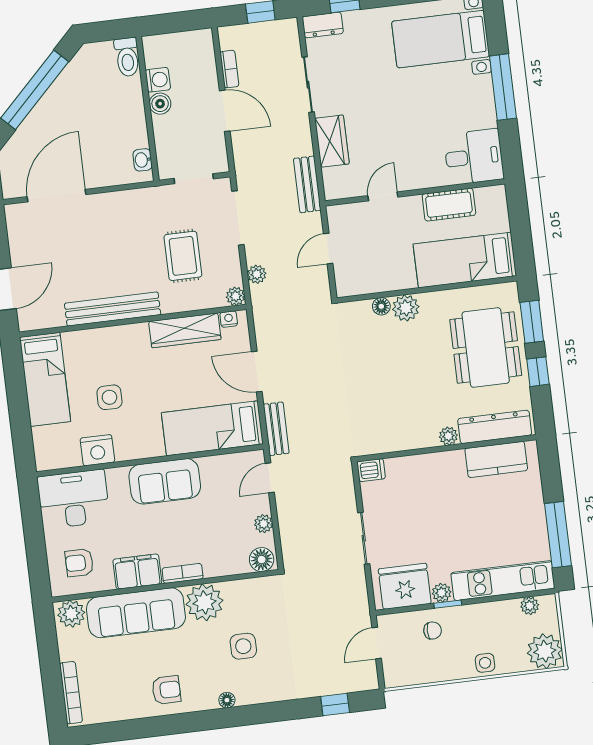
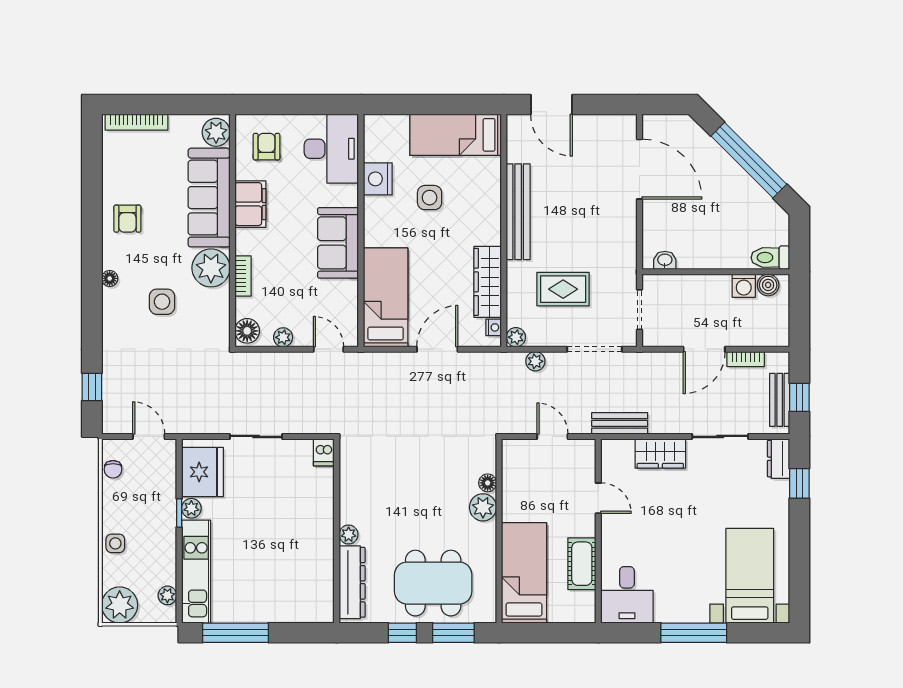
boiler: (160, 104) -> (768, 285), moved
bench: (276, 429) -> (780, 400), moved, turned 90
kitchen counter: (496, 459) -> (319, 580), removed
bookcase: (183, 573) -> (243, 276), moved
chair: (433, 631) -> (113, 469), moved

